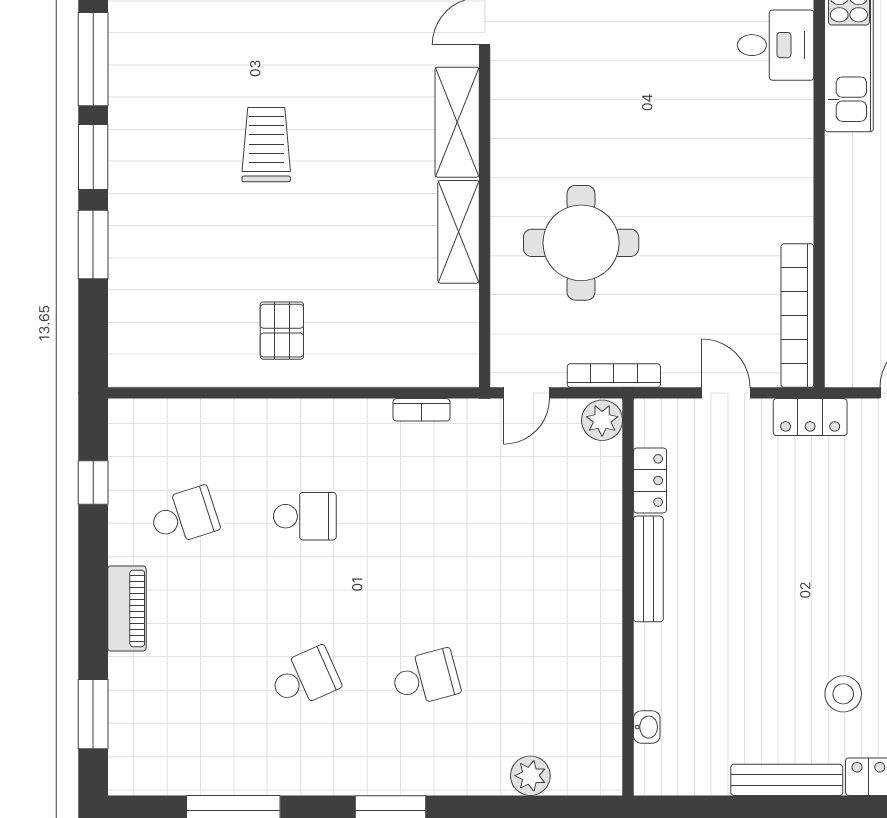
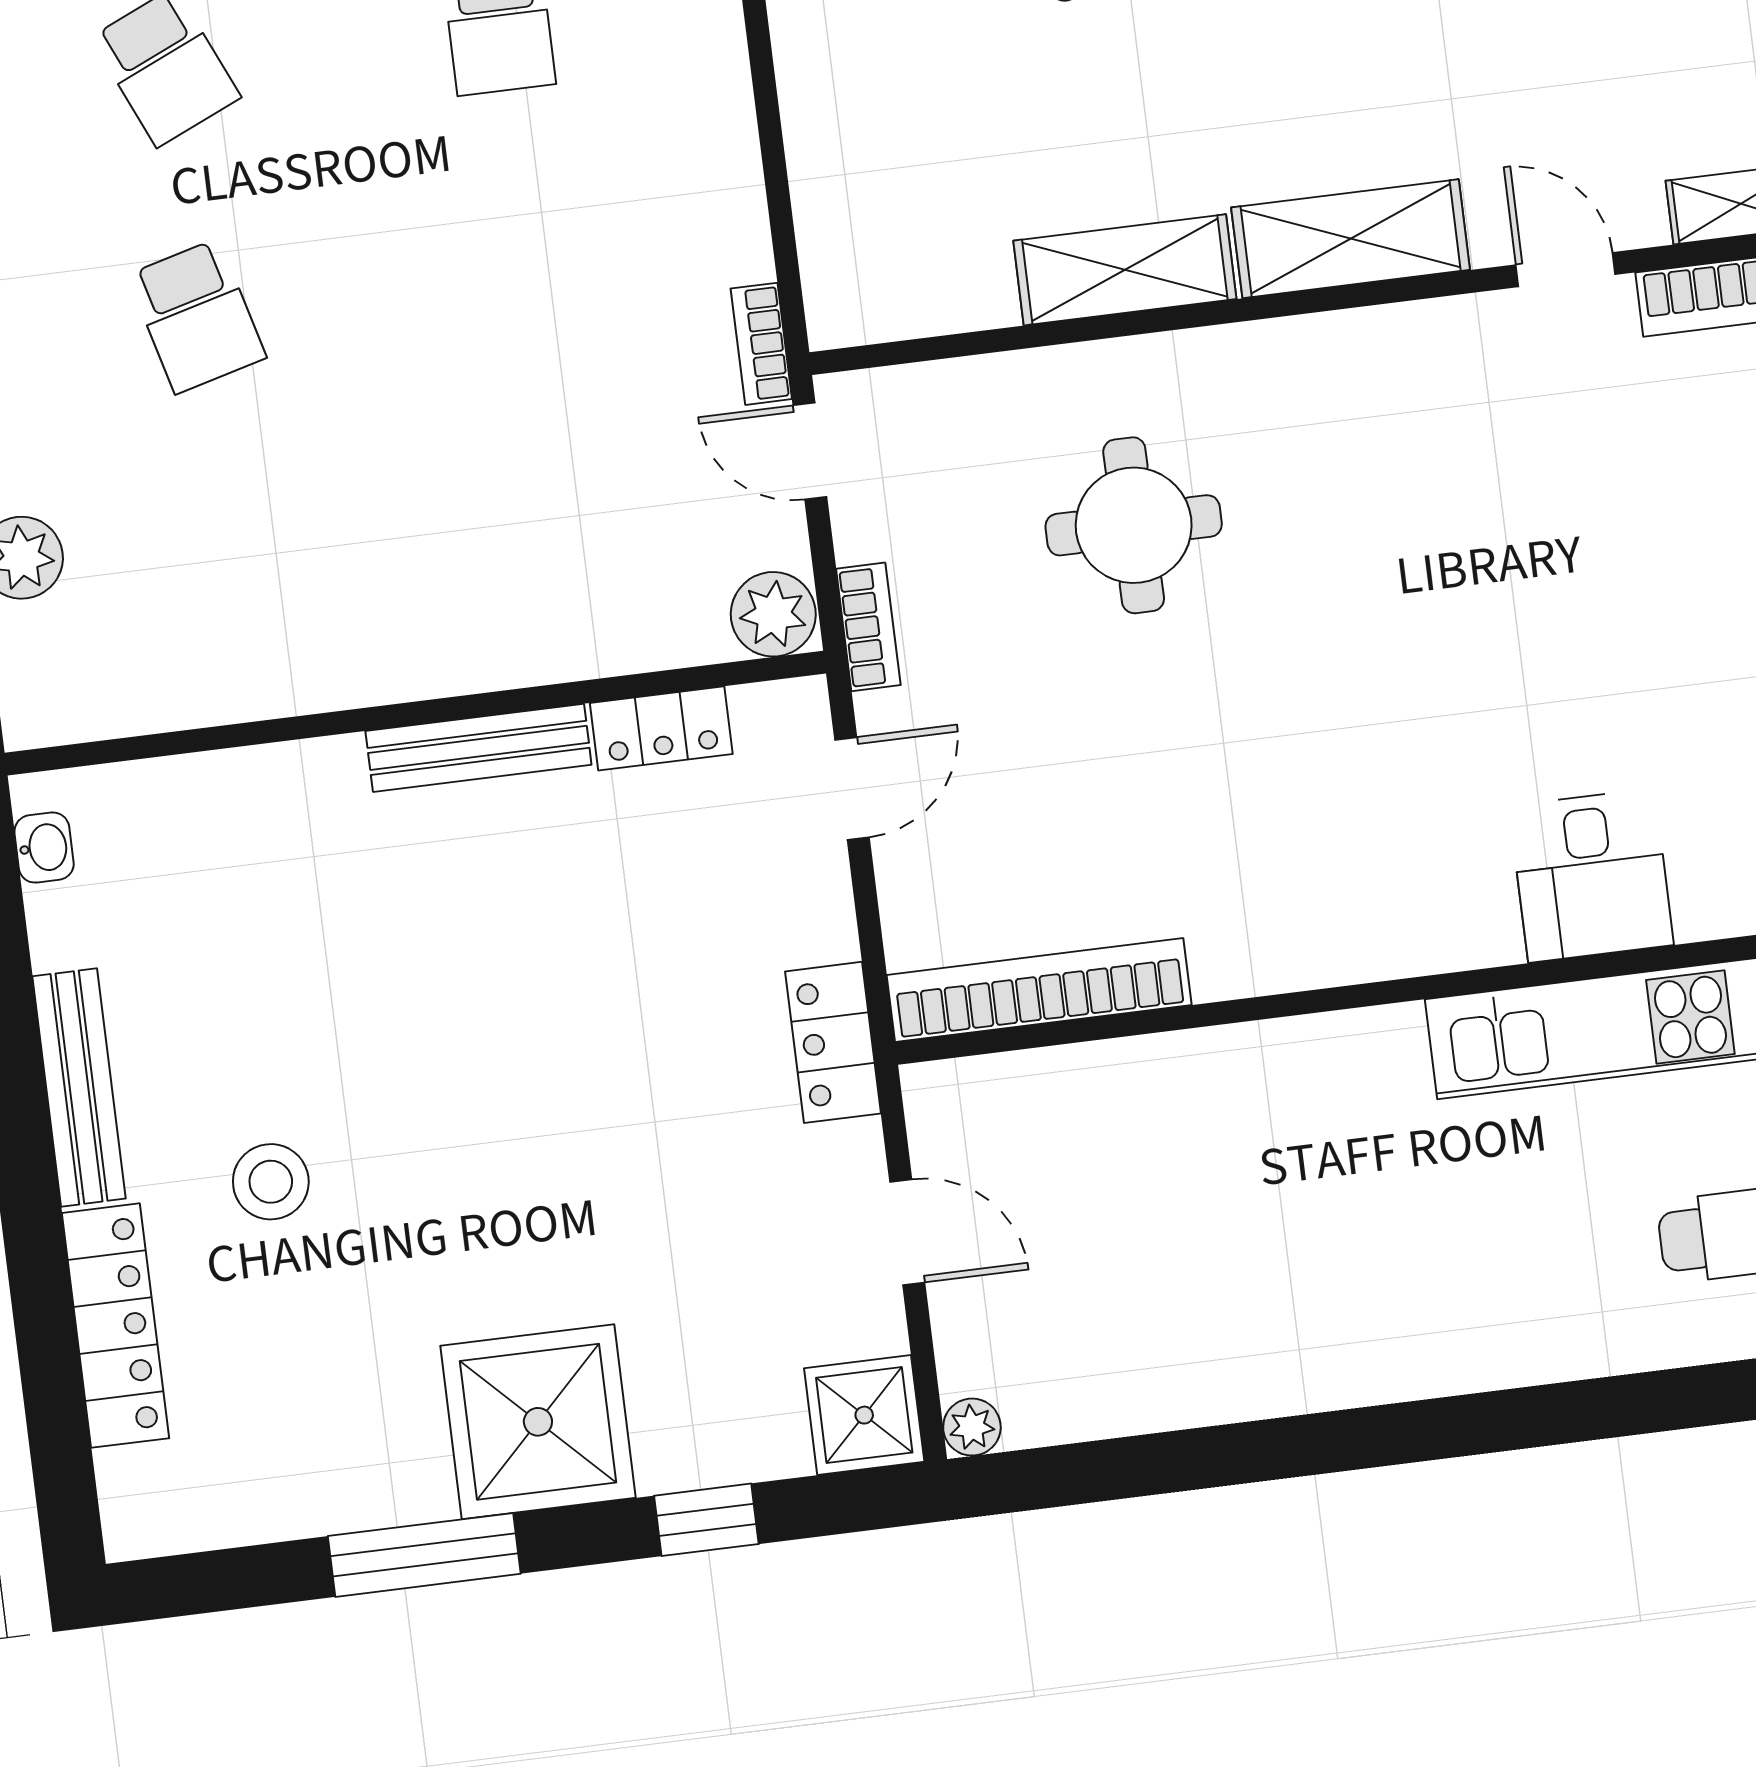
round table: (581, 243) -> (1134, 525), width x0.73, depth x0.73
bookcase: (614, 376) -> (868, 627), width x0.64
door: (726, 393) -> (852, 788), moved
bookcase: (422, 410) -> (761, 344), moved
washbasin: (647, 727) -> (44, 848), moved, turned -90

